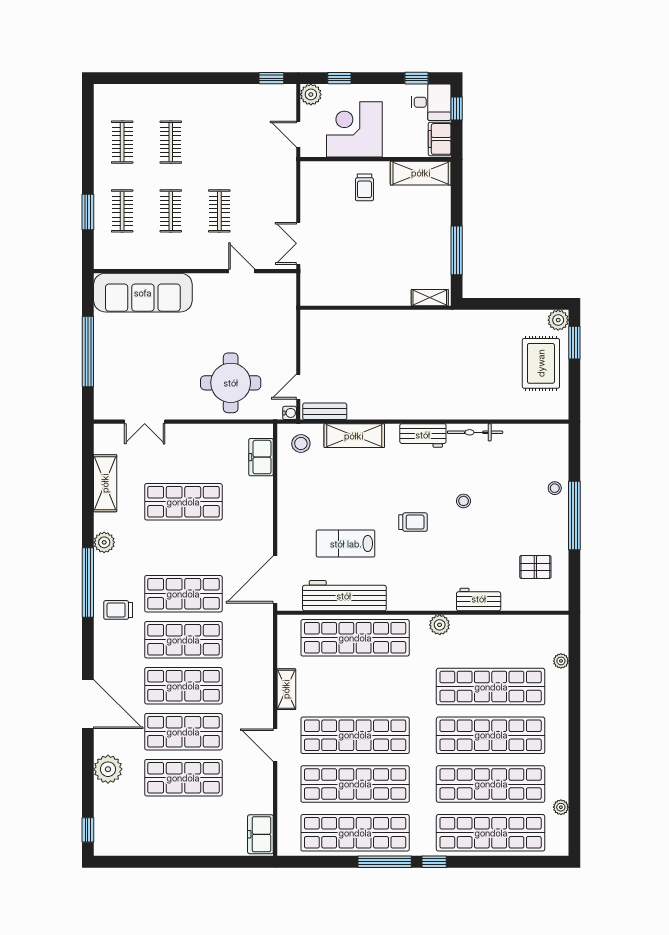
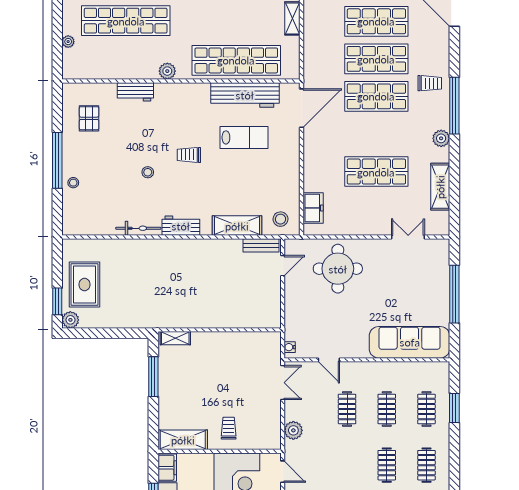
plant: (285, 185) -> (293, 430), added
water cooler: (290, 413) -> (290, 347), moved
pallet: (535, 567) -> (89, 118), turned 90

